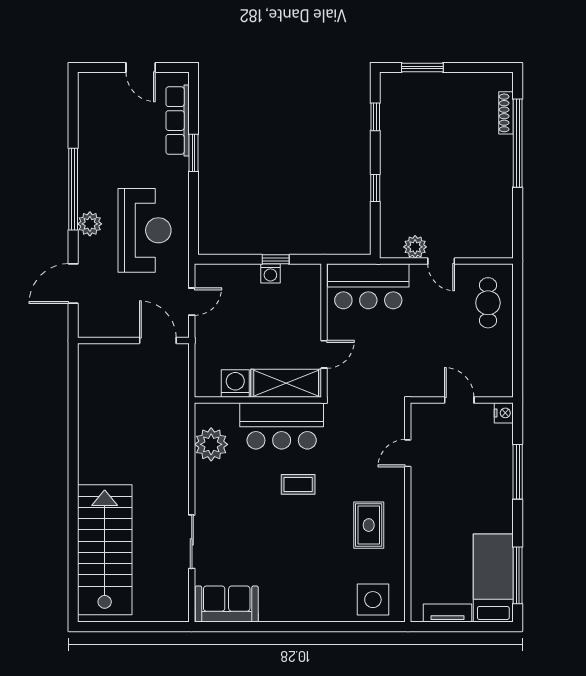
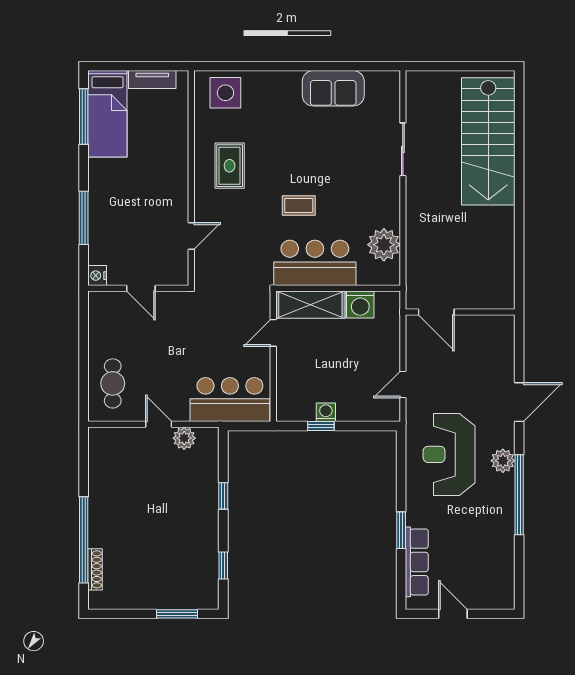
wall: (133, 340) -> (460, 312), moved
door: (158, 340) -> (436, 312), moved
sofa: (227, 604) -> (333, 88), moved

